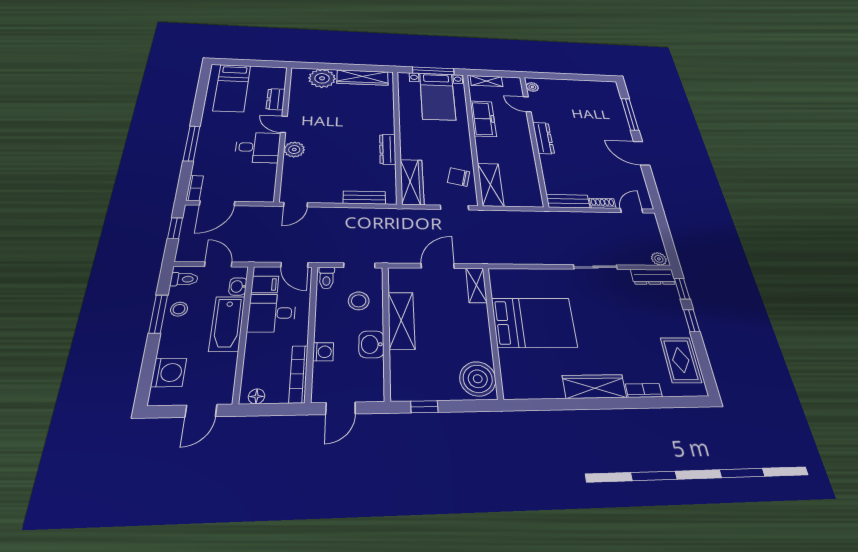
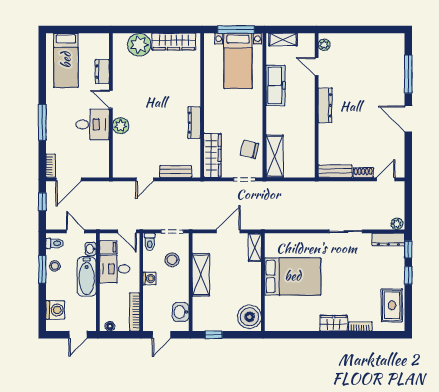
door: (296, 205) -> (145, 179), moved
washbasin: (371, 344) -> (181, 312), moved
washing machine: (323, 352) -> (149, 278), moved
wardrobe: (594, 386) -> (334, 323), width x0.67

